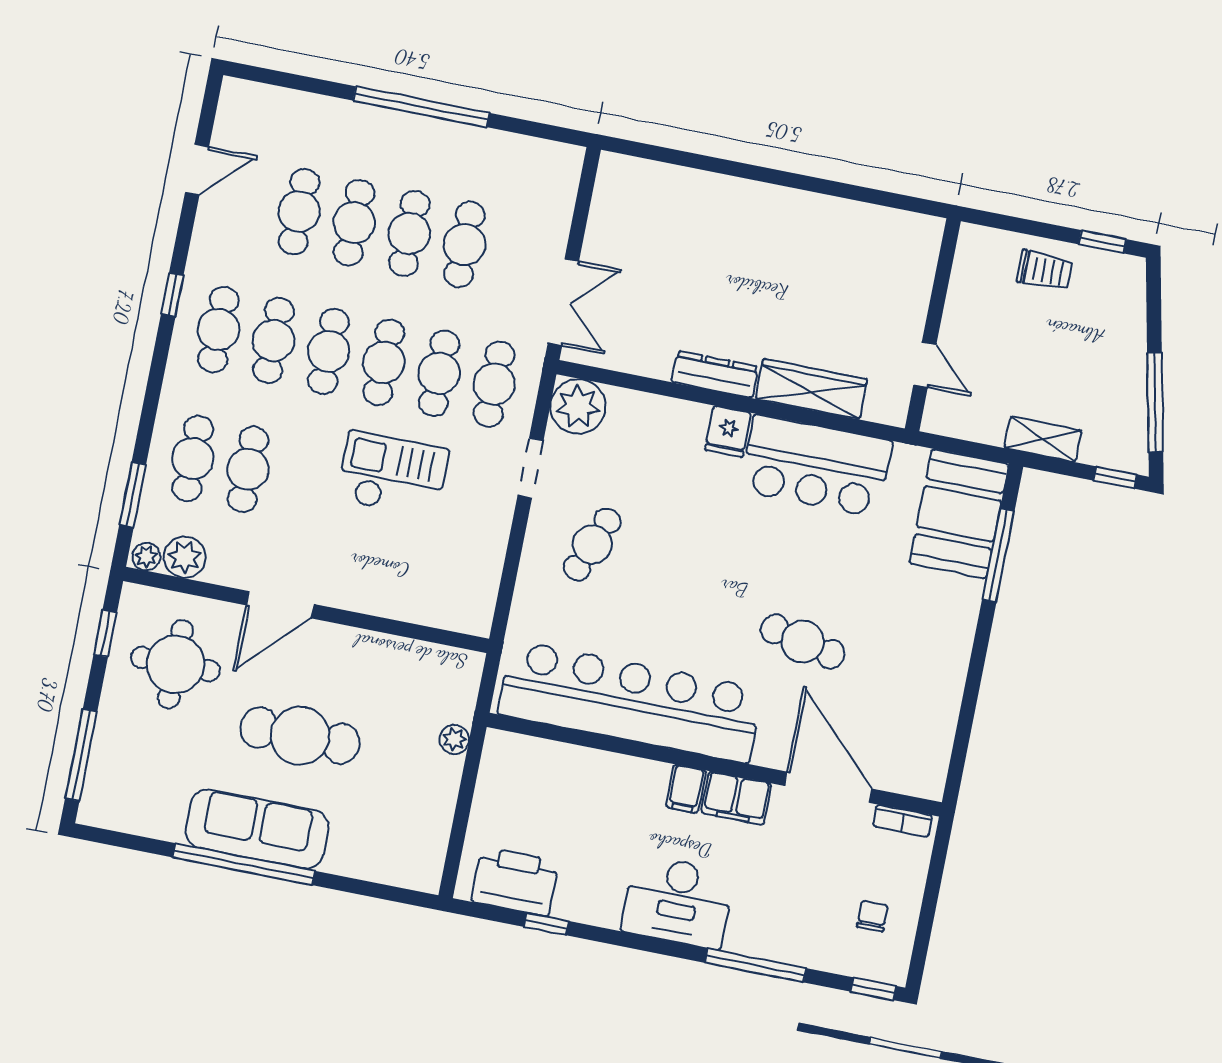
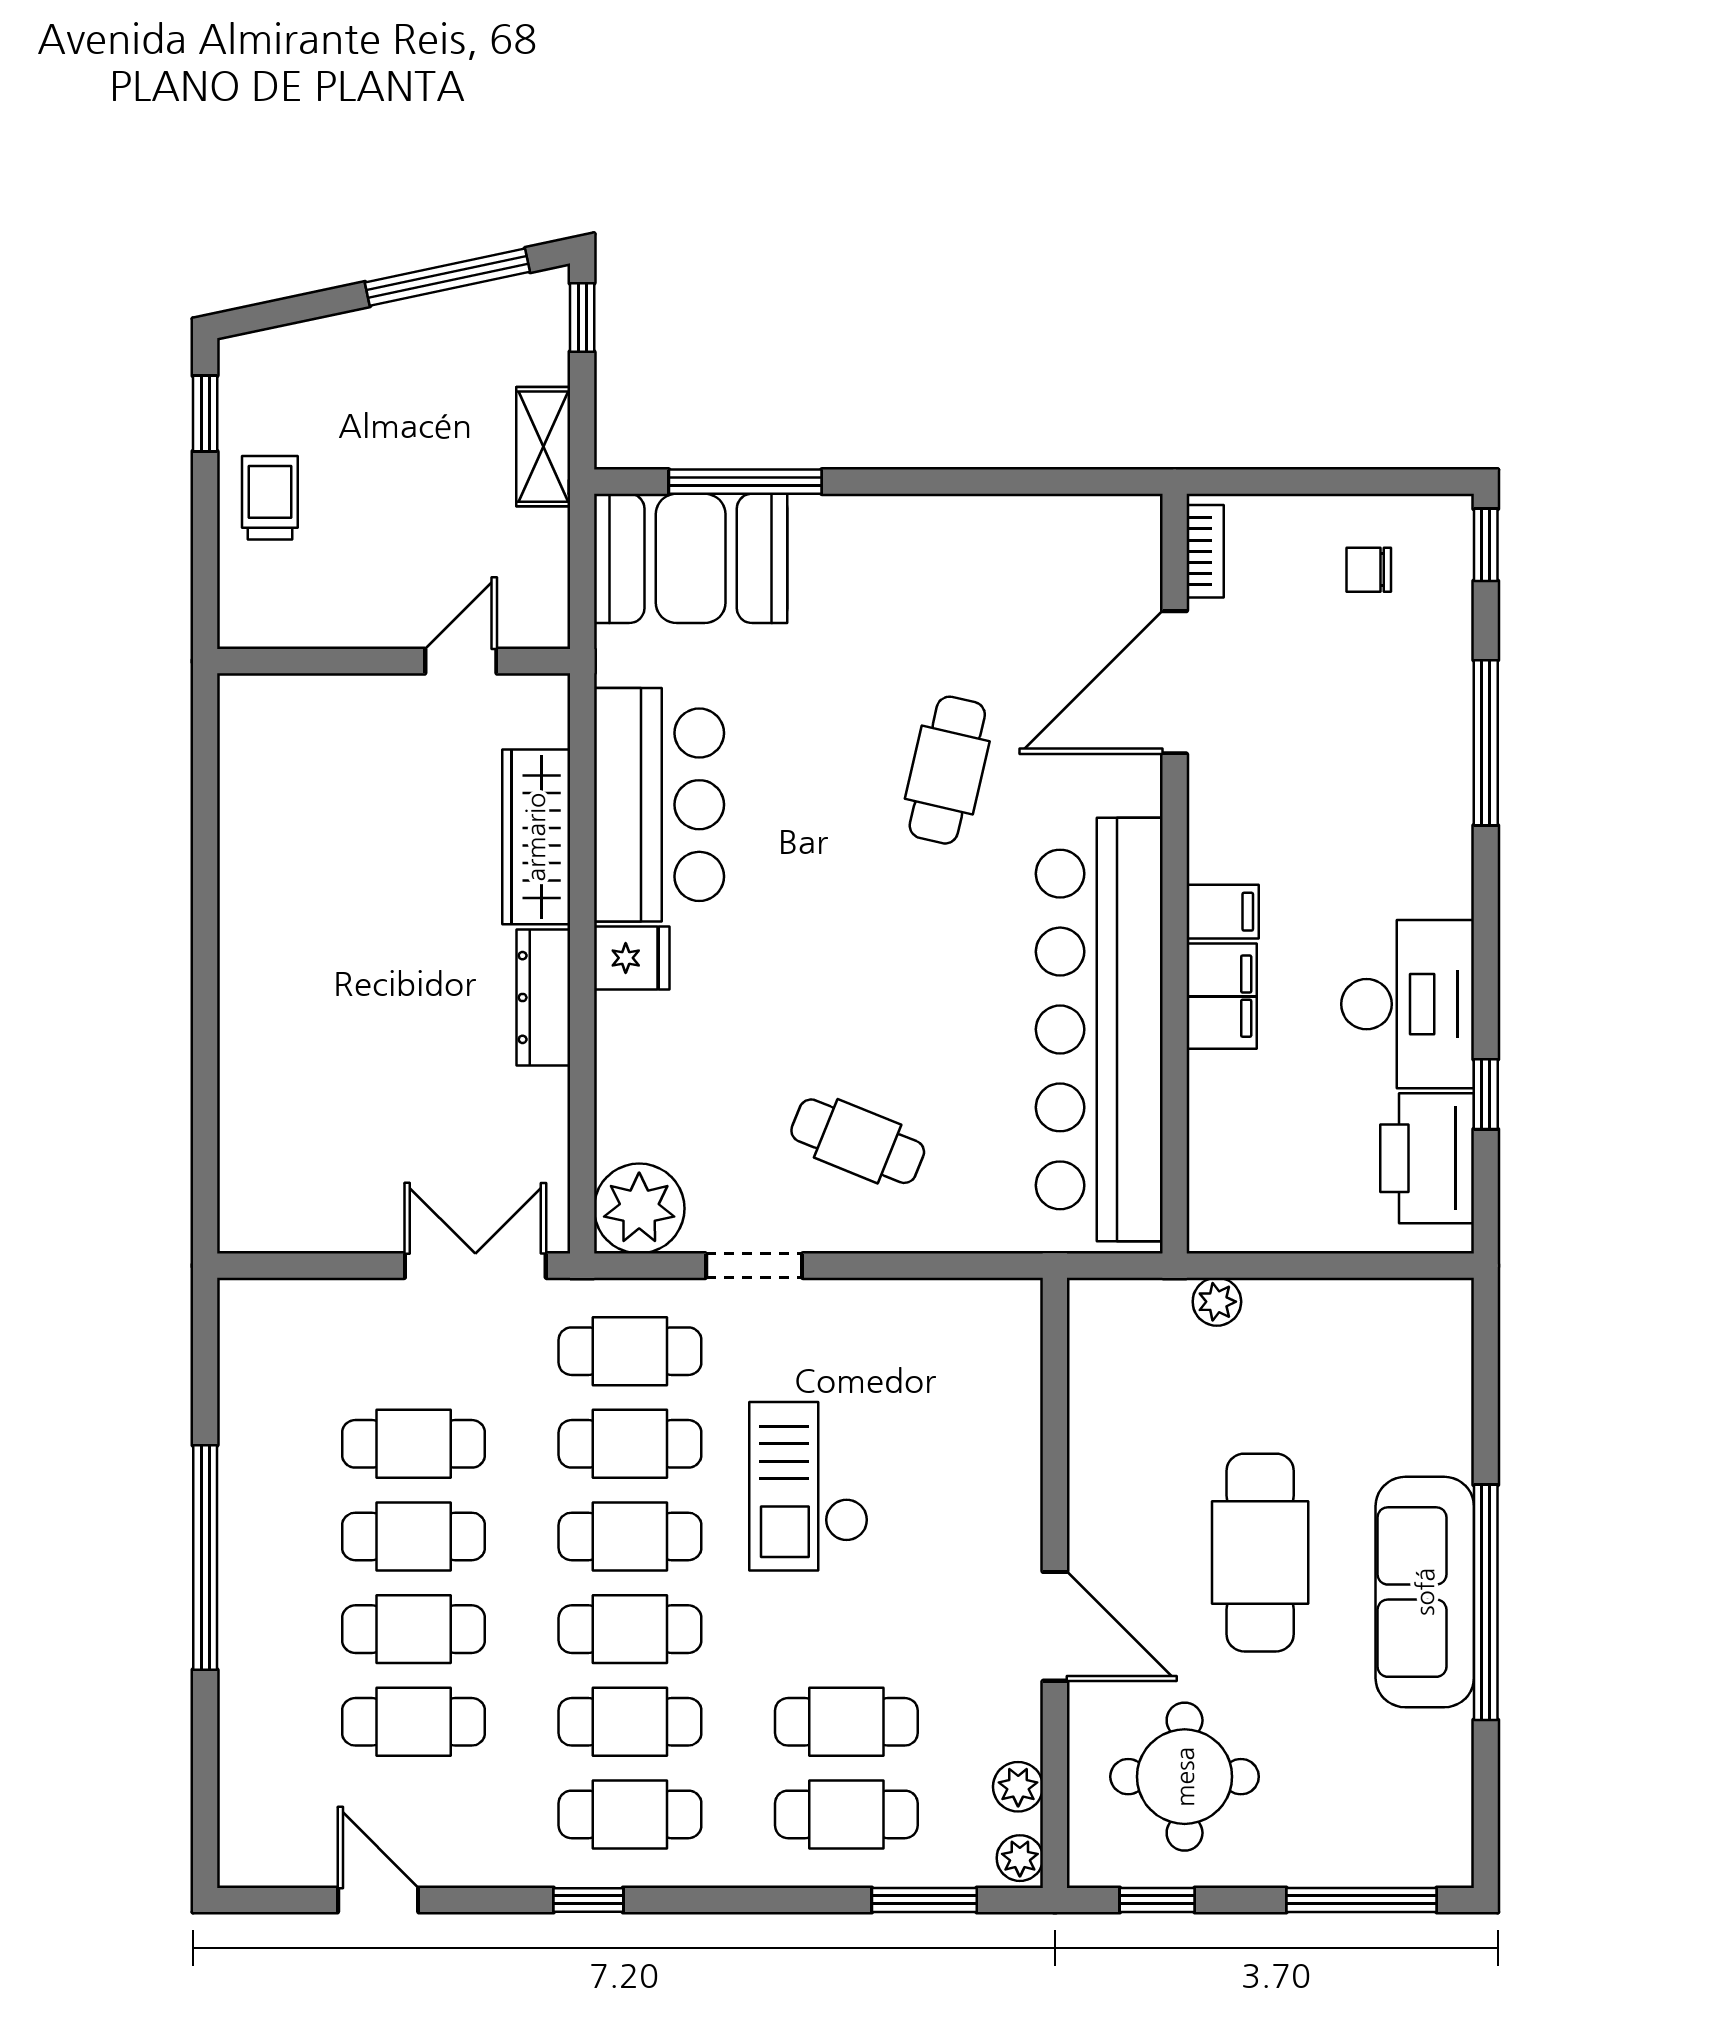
plant: (185, 557) -> (1018, 1787), width x0.73, depth x0.73
filing cabinet: (736, 798) -> (1222, 996), moved
desk: (678, 902) -> (1408, 1004), moved

